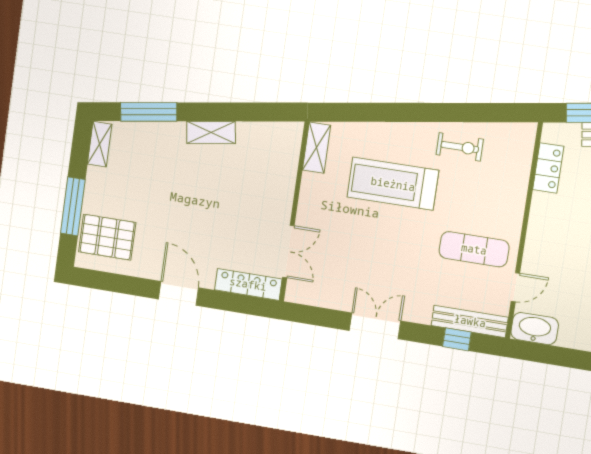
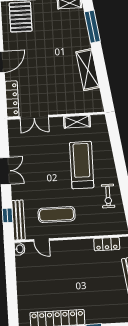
shelving: (211, 132) -> (88, 70), width x1.50, depth x1.33
shelving: (317, 148) -> (77, 122), moved
exercise mat: (474, 249) -> (57, 215), turned 90
washbasin: (535, 329) -> (20, 249), width x0.52, depth x0.69

